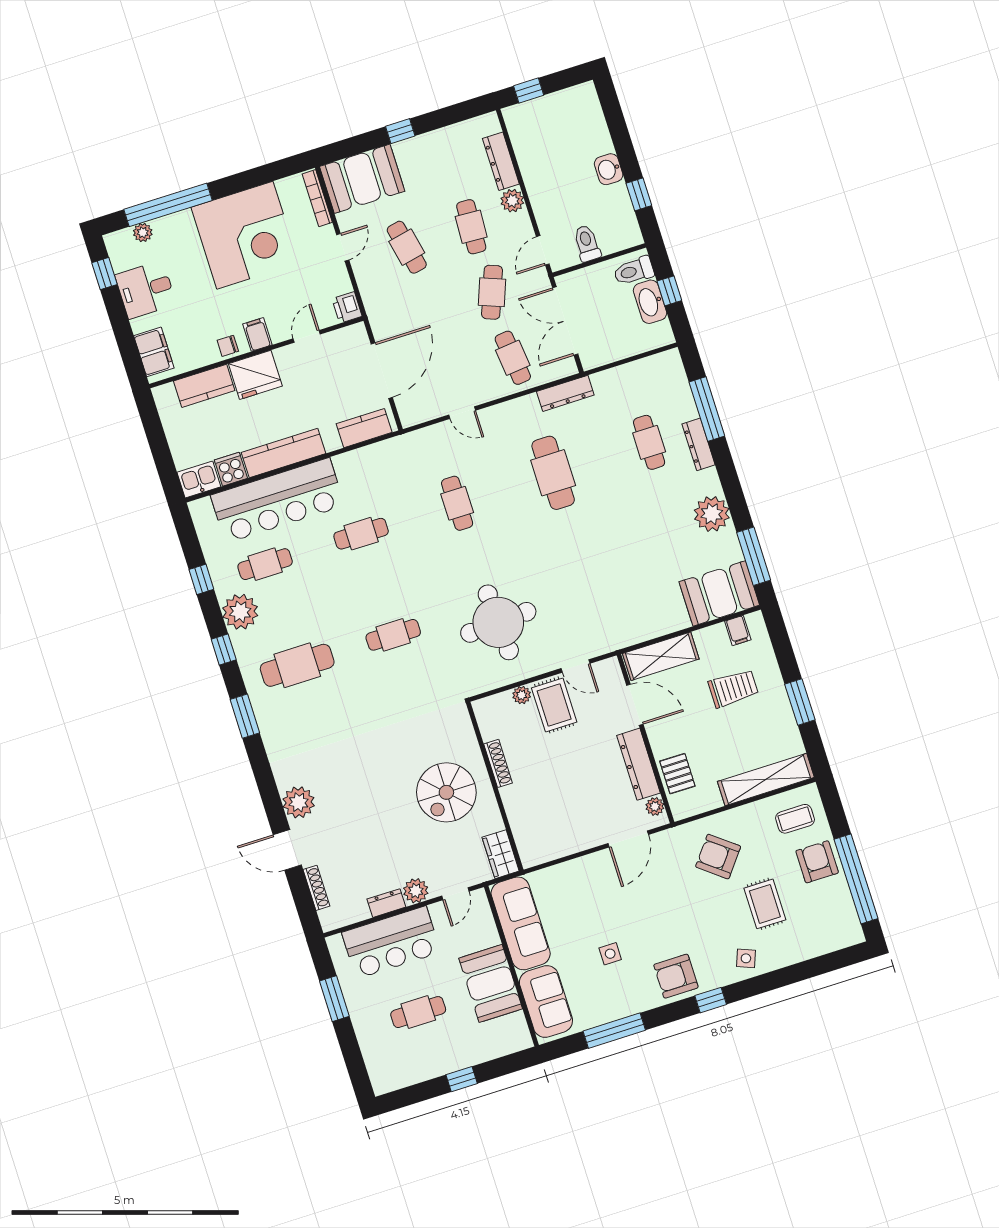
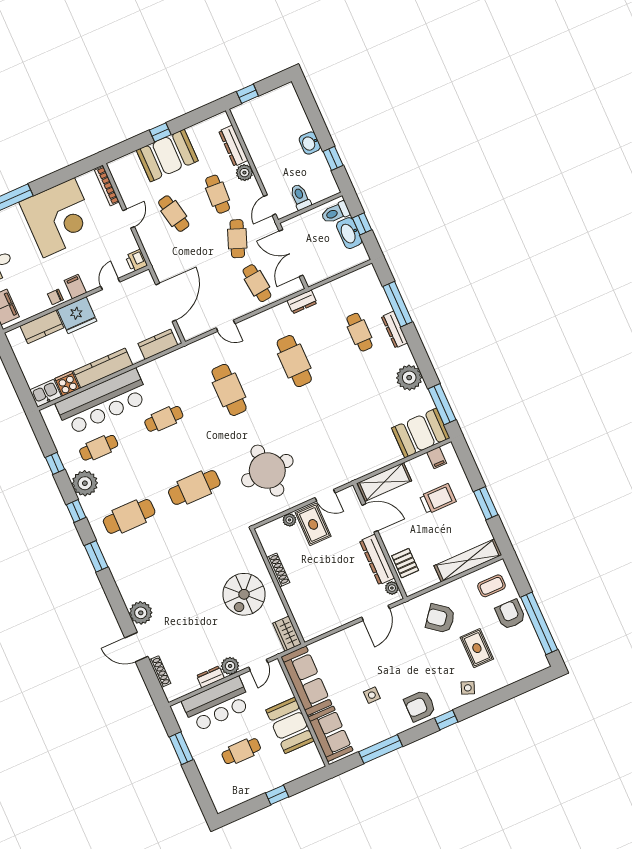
booth: (362, 179) -> (167, 156), moved
dresser: (565, 393) -> (302, 302), width x0.70
cafe table: (457, 503) -> (229, 390), width x1.37, depth x1.35
cafe table: (393, 635) -> (194, 488), width x1.37, depth x1.35

